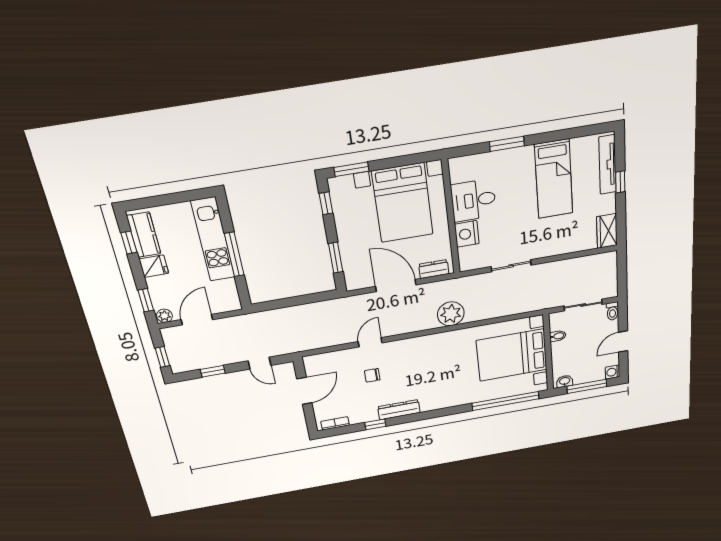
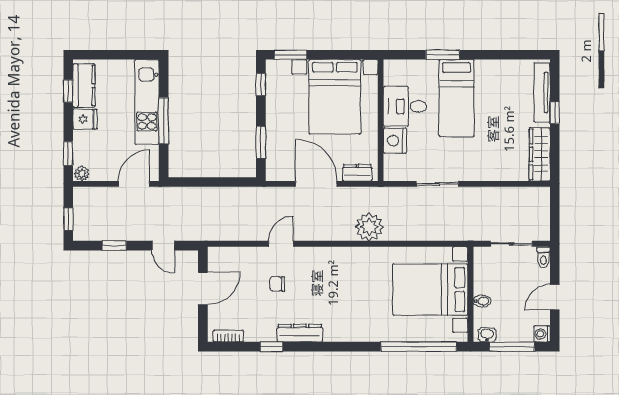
bed: (554, 179) -> (456, 98), moved
wardrobe: (607, 231) -> (540, 154), width x1.50
door: (197, 320) -> (134, 184), moved
bidet: (558, 336) -> (482, 301), moved

